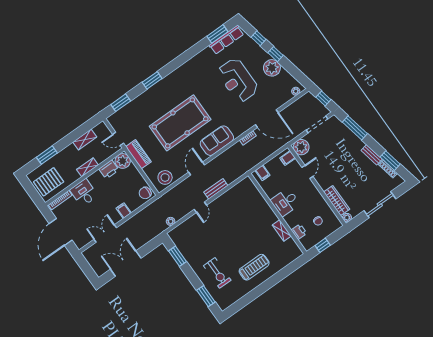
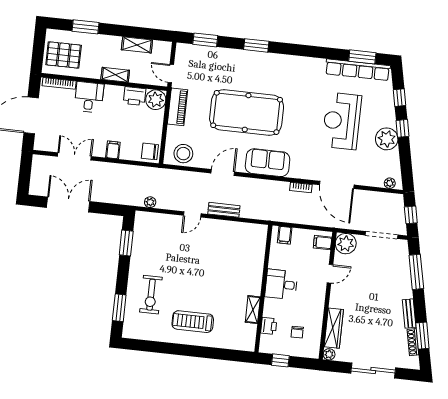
row of seats: (226, 40) -> (358, 70), width x1.36
treadmill: (254, 267) -> (193, 322), turned 180

